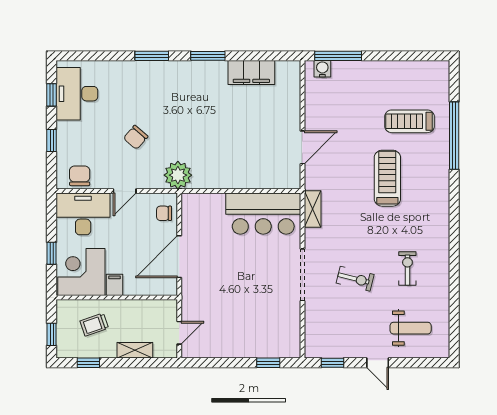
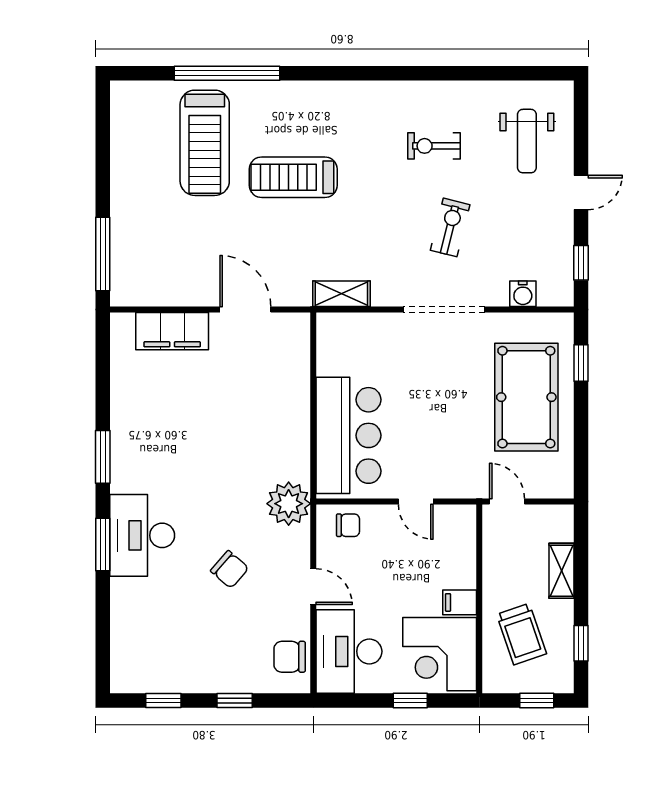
water cooler: (322, 69) -> (523, 294), moved, turned -90
filing cabinet: (251, 72) -> (172, 331), moved, turned 90
desk: (77, 94) -> (142, 535), moved, turned 90
treadmill: (409, 121) -> (205, 143), width x1.37, depth x1.38
chair: (164, 213) -> (348, 525), turned -90
bar counter: (263, 214) -> (348, 435), moved
door: (179, 257) -> (416, 501), width x0.53
trolley: (94, 325) -> (522, 634), width x1.36, depth x1.39
pool table: (246, 328) -> (526, 397), added
weight bench: (411, 328) -> (527, 141), turned 180
door: (179, 333) -> (507, 501), moved

